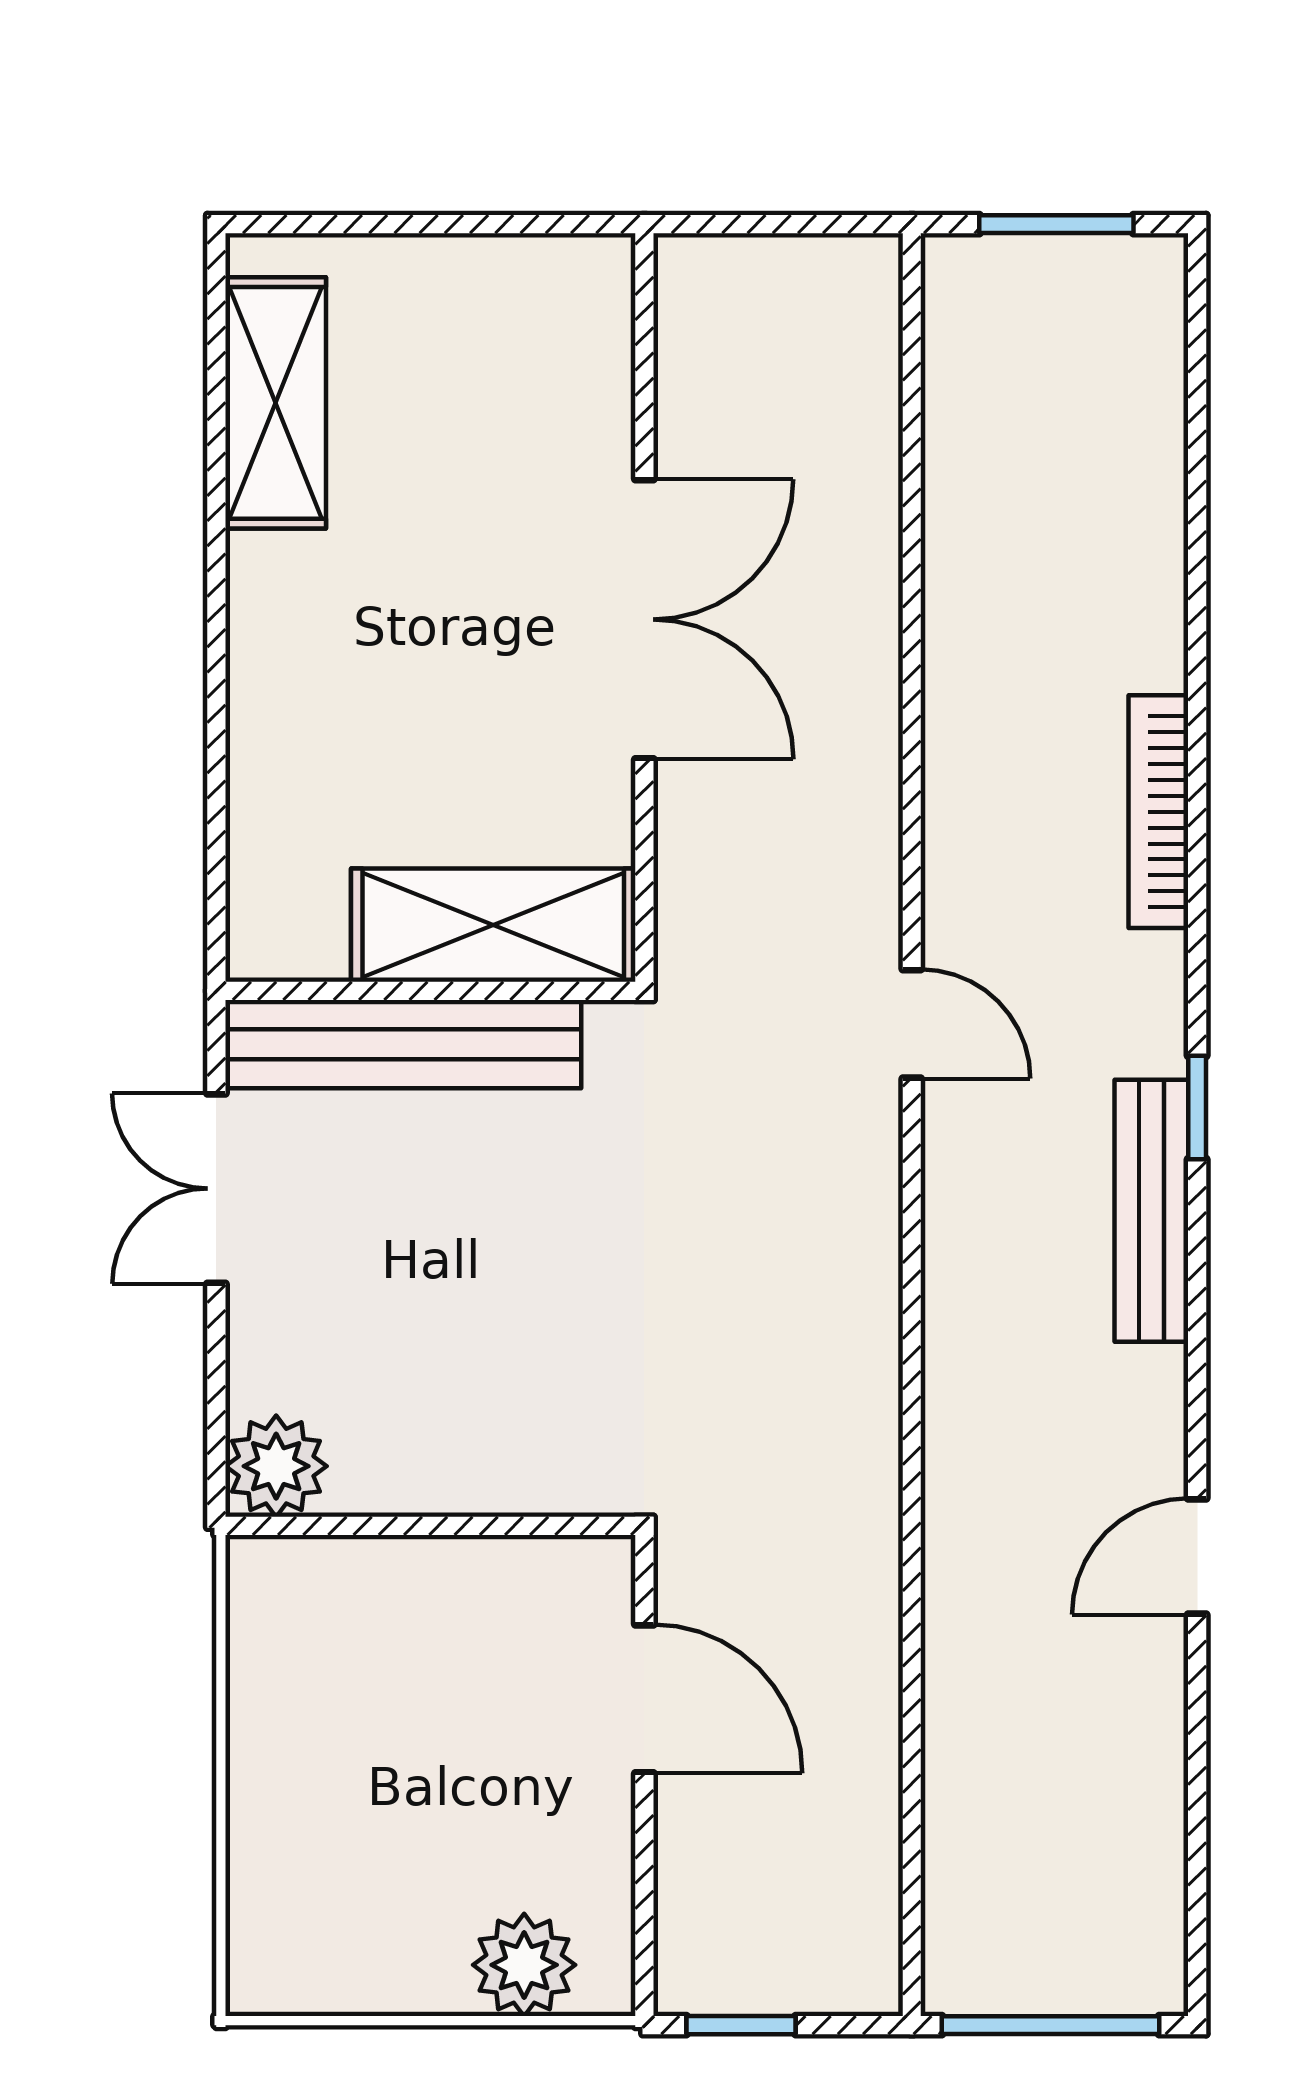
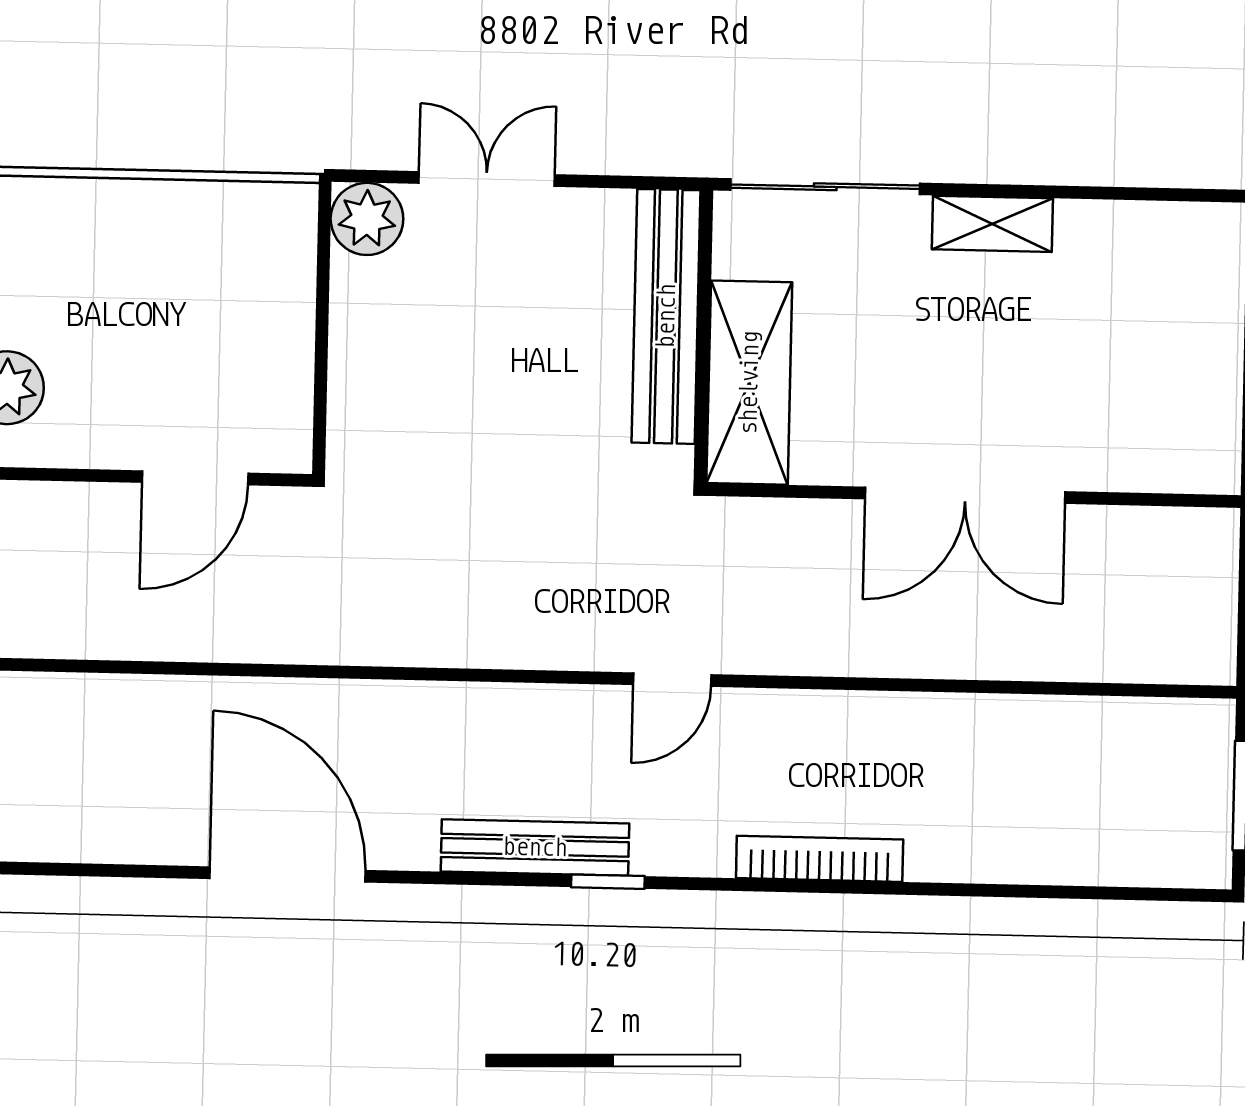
shelving: (276, 403) -> (992, 224), moved, width x0.67, depth x0.75
sliding door: (216, 825) -> (825, 187), added
double door: (216, 1189) -> (487, 179), moved
door: (1197, 1557) -> (288, 874), width x1.88

